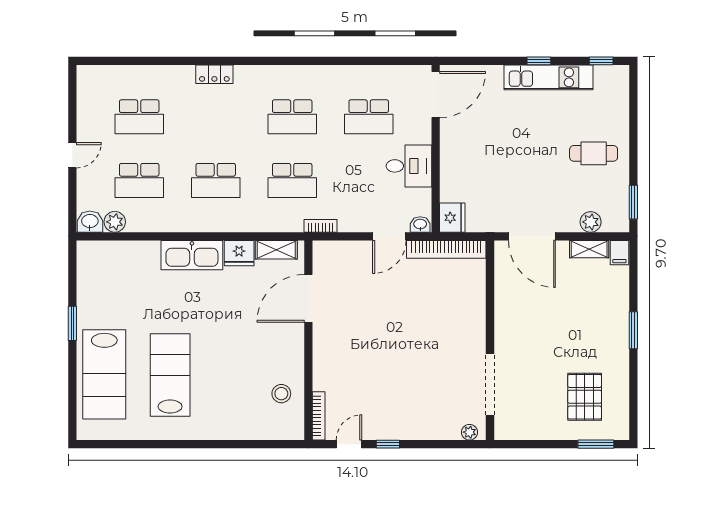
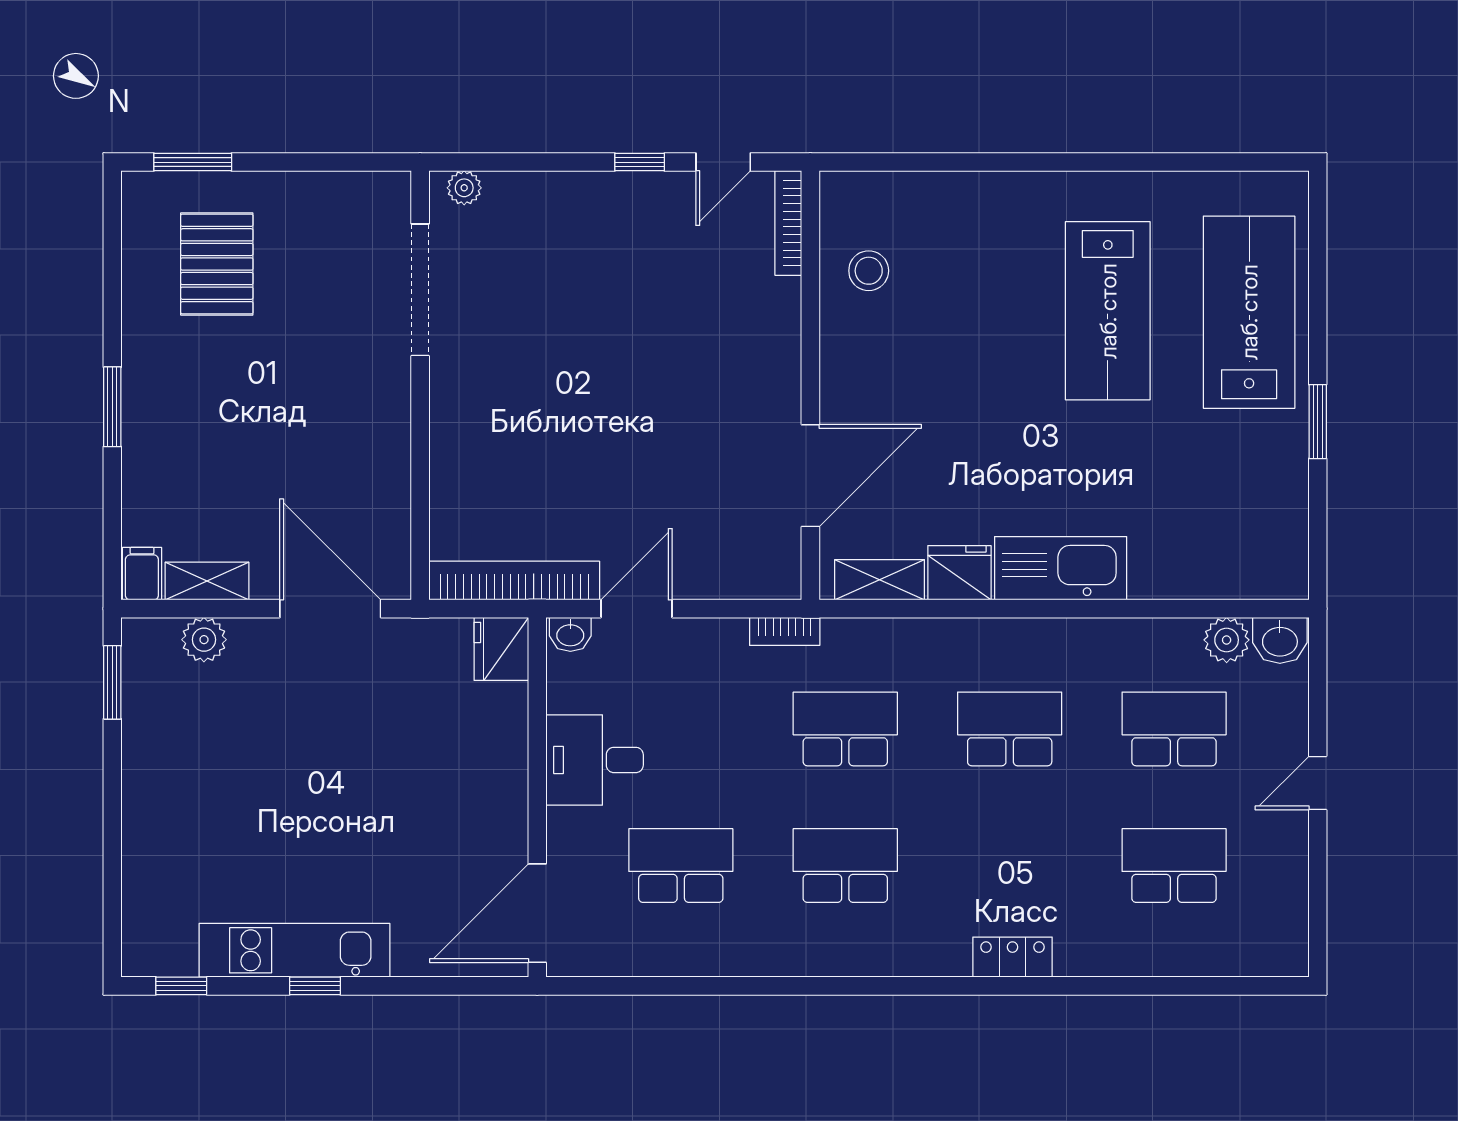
cafe table: (594, 153) -> (198, 787), removed

